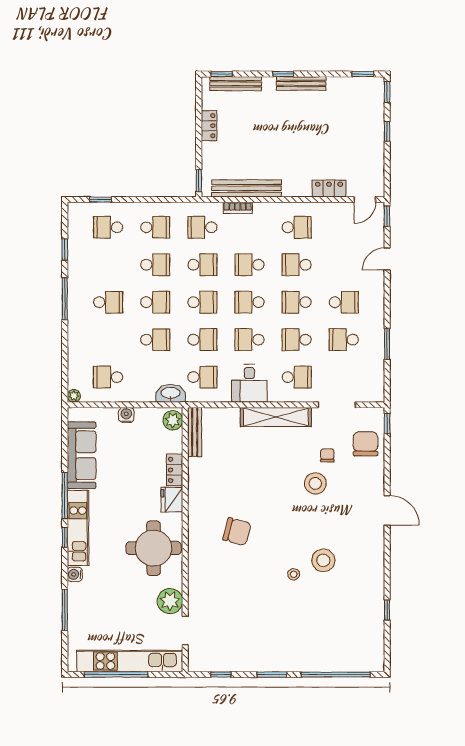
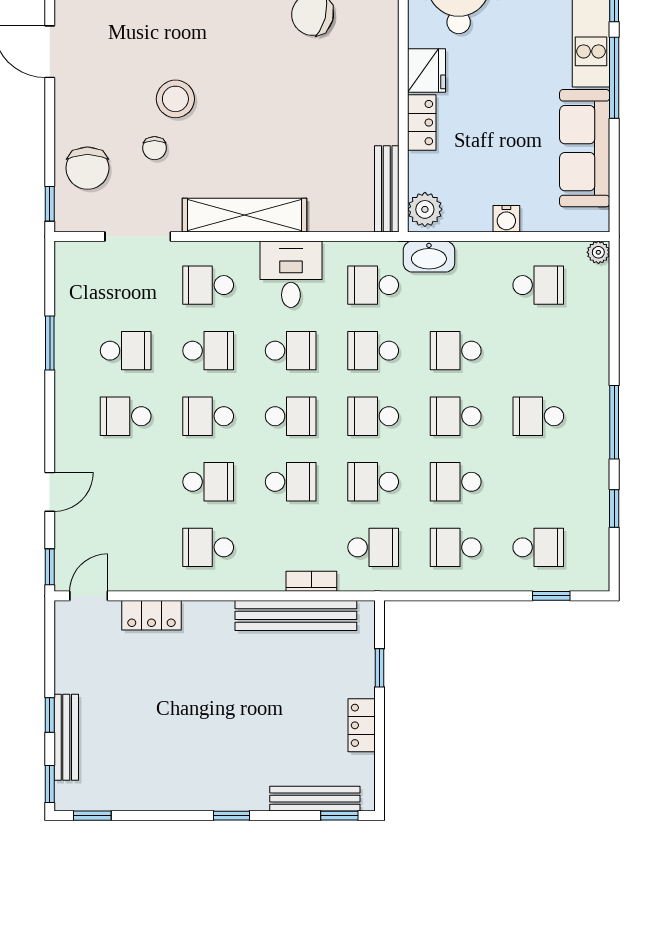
bench: (301, 83) -> (66, 737), moved, turned 90
window: (199, 181) -> (379, 668), moved
school desk: (297, 302) -> (208, 416), turned 180

